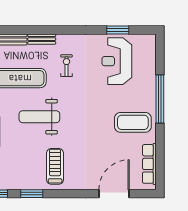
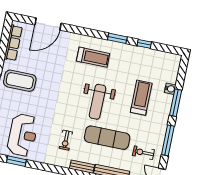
weight bench: (39, 117) -> (98, 102), turned 90
treadmill: (55, 166) -> (93, 57), turned -90

